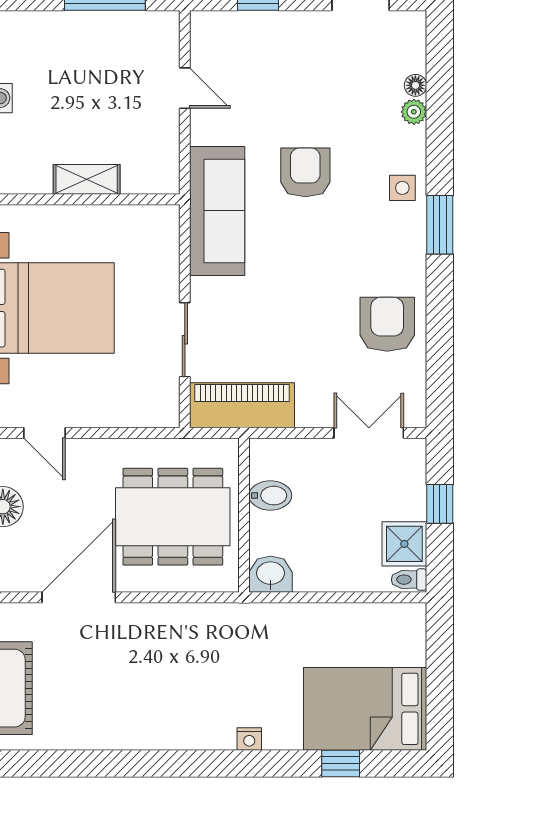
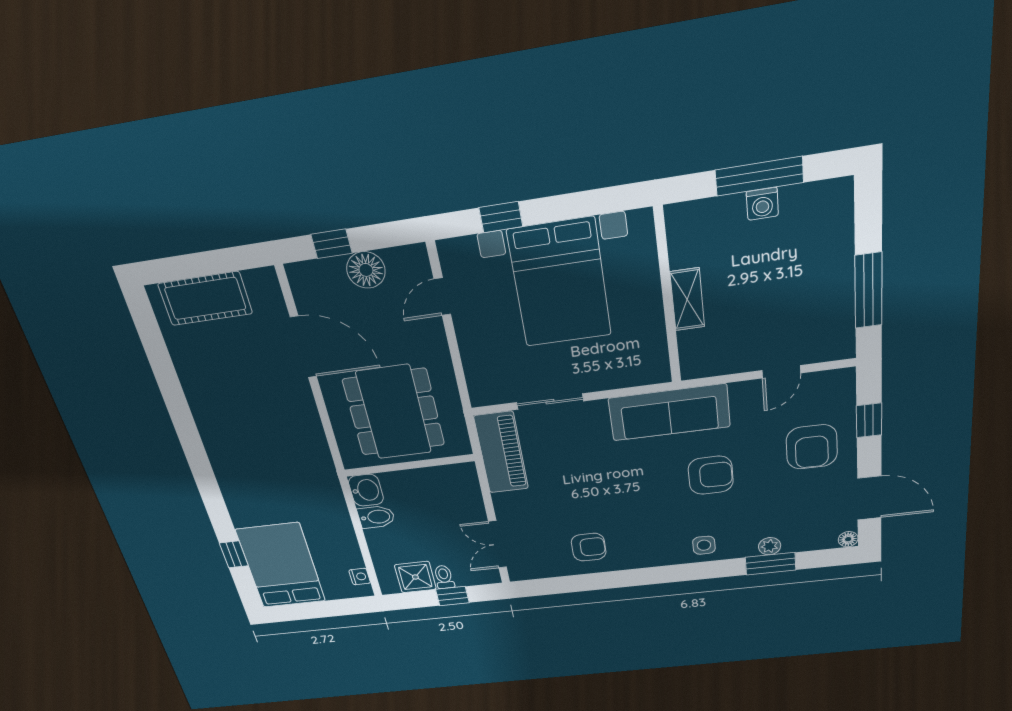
armchair: (283, 59) -> (812, 447), added
floor lamp: (415, 85) -> (848, 539), moved
window: (440, 225) -> (770, 564), moved
armchair: (387, 324) -> (589, 547), width x0.72, depth x0.72
double door: (369, 433) -> (498, 544), swing flipped
bidet: (270, 496) -> (376, 517), moved, turned -90
toilet: (409, 580) -> (444, 577), moved
nightstand: (249, 739) -> (360, 577), moved, turned 180

